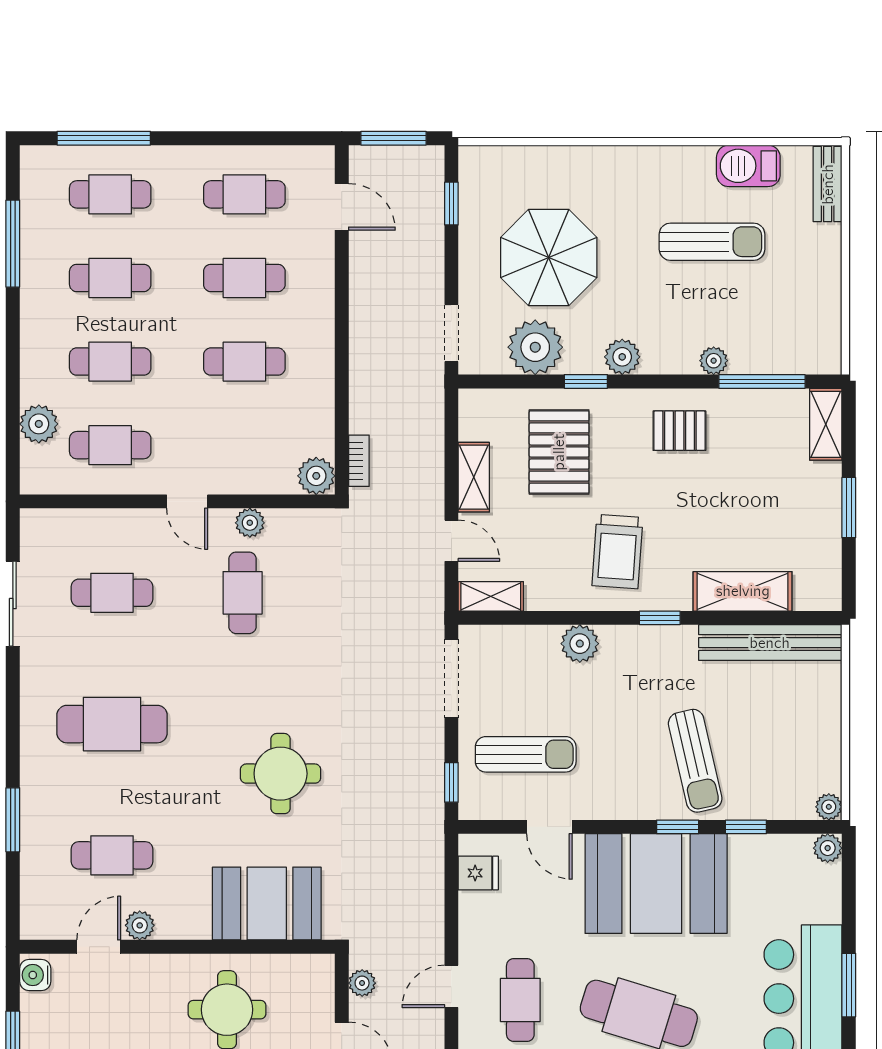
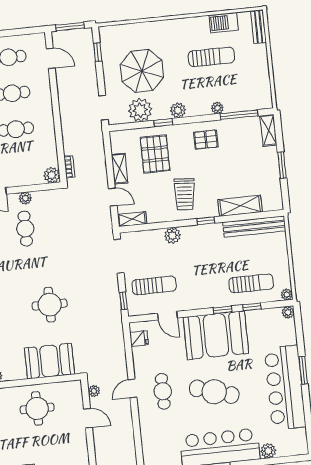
sun lounger: (695, 761) -> (251, 283), moved, turned -77

